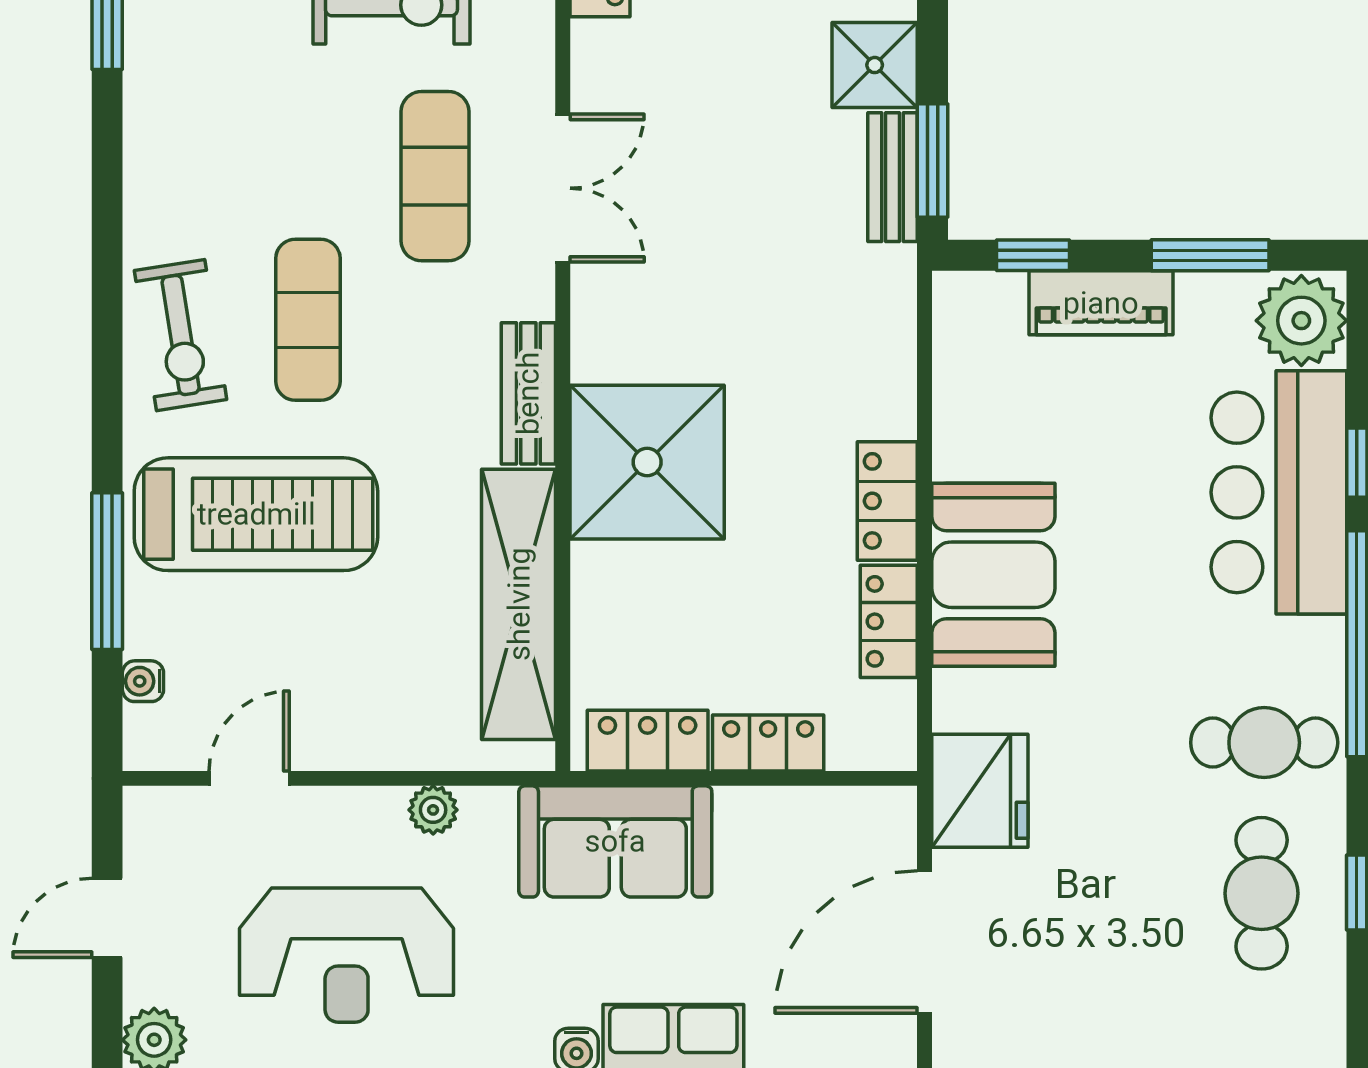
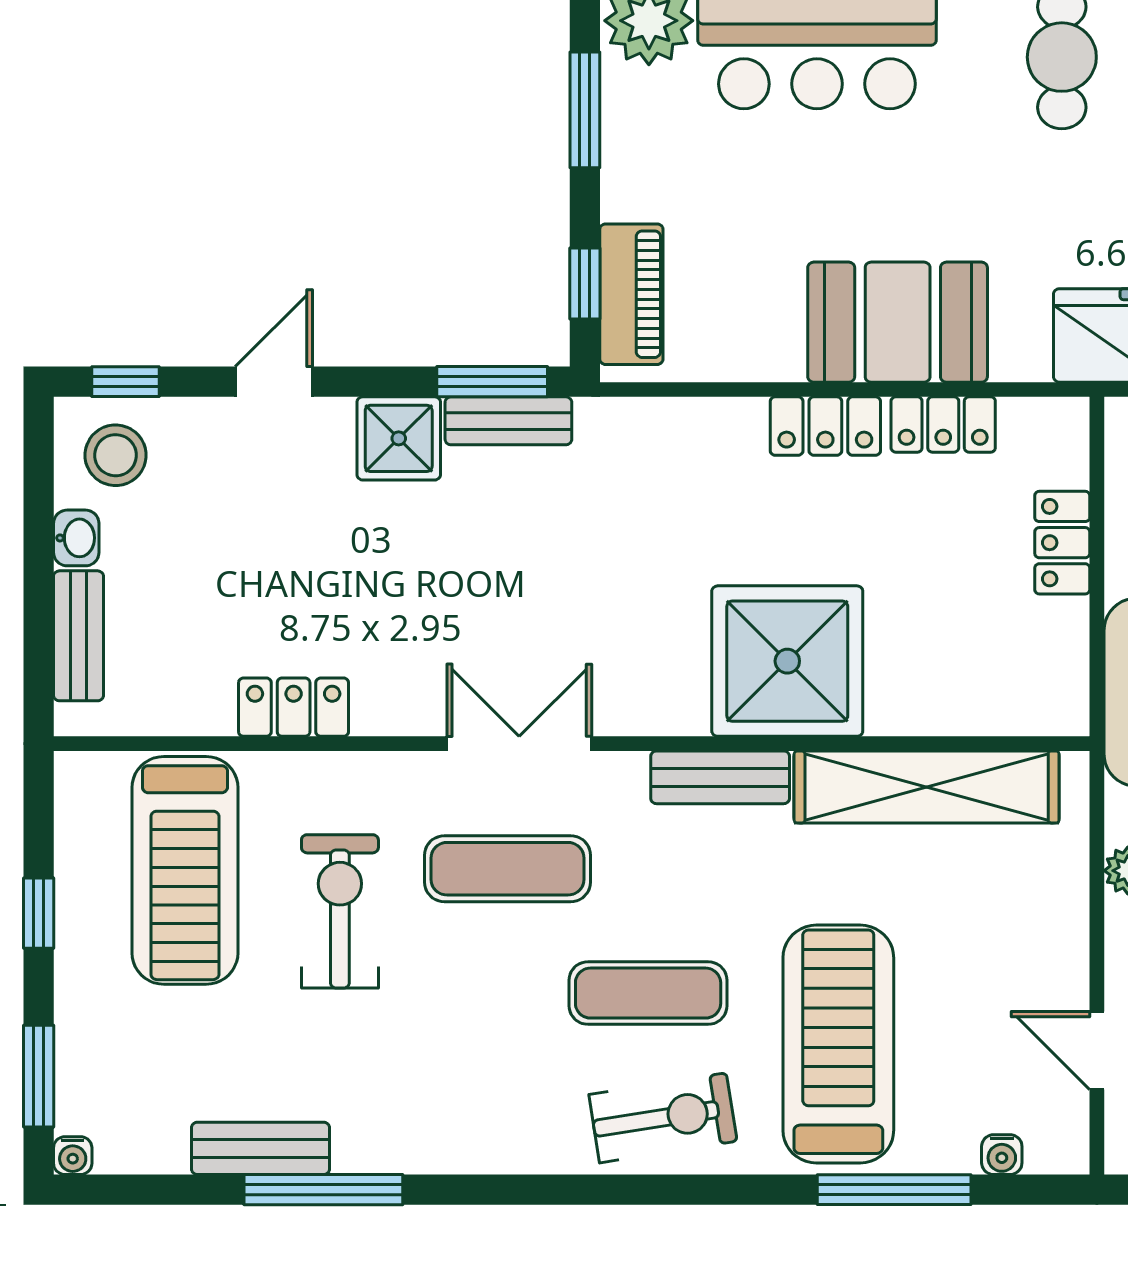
piano: (1101, 303) -> (631, 294), moved
locker: (648, 741) -> (1060, 661), removed

